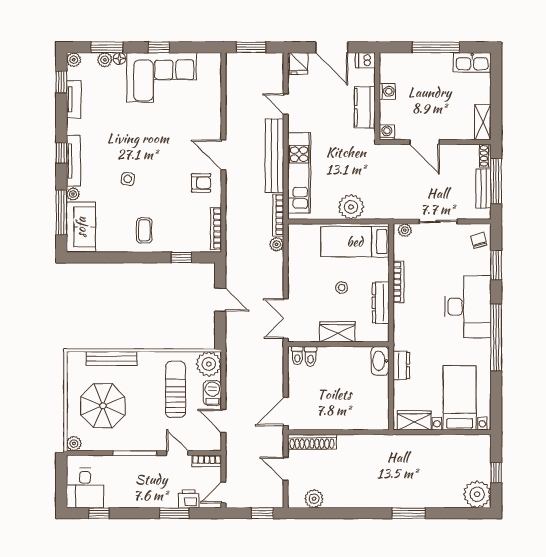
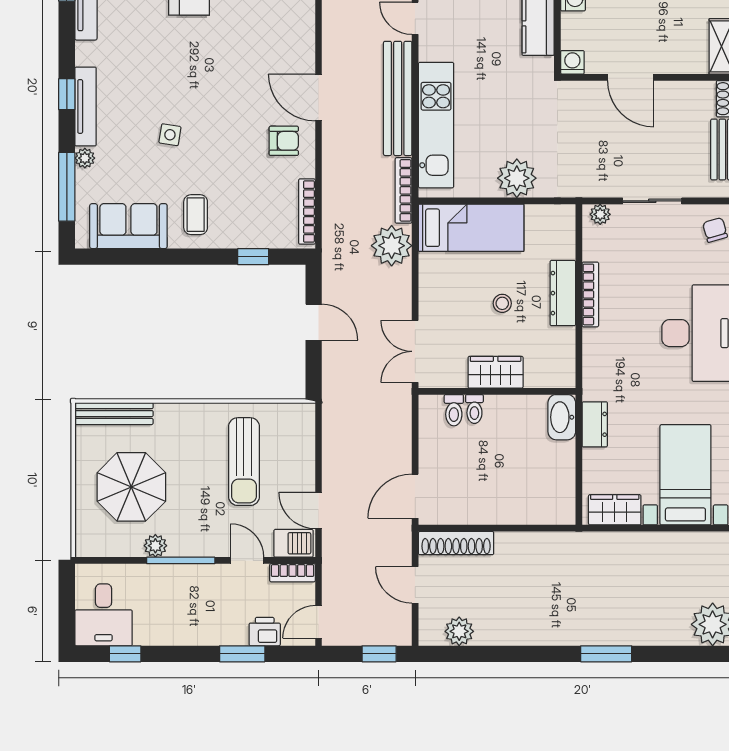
sofa: (81, 227) -> (128, 226), moved, turned -90
bed: (355, 242) -> (471, 228), moved, turned 180
plant: (277, 244) -> (392, 246), width x1.88, depth x1.88
dresser: (381, 303) -> (563, 293), moved
toilet: (297, 356) -> (474, 409), moved
bench: (112, 359) -> (114, 414), moved
plant: (209, 364) -> (296, 422), removed
sun lounger: (175, 389) -> (244, 462), turned 180
barbecue: (212, 393) -> (294, 543), moved, turned 90
plant: (74, 444) -> (155, 546), moved

